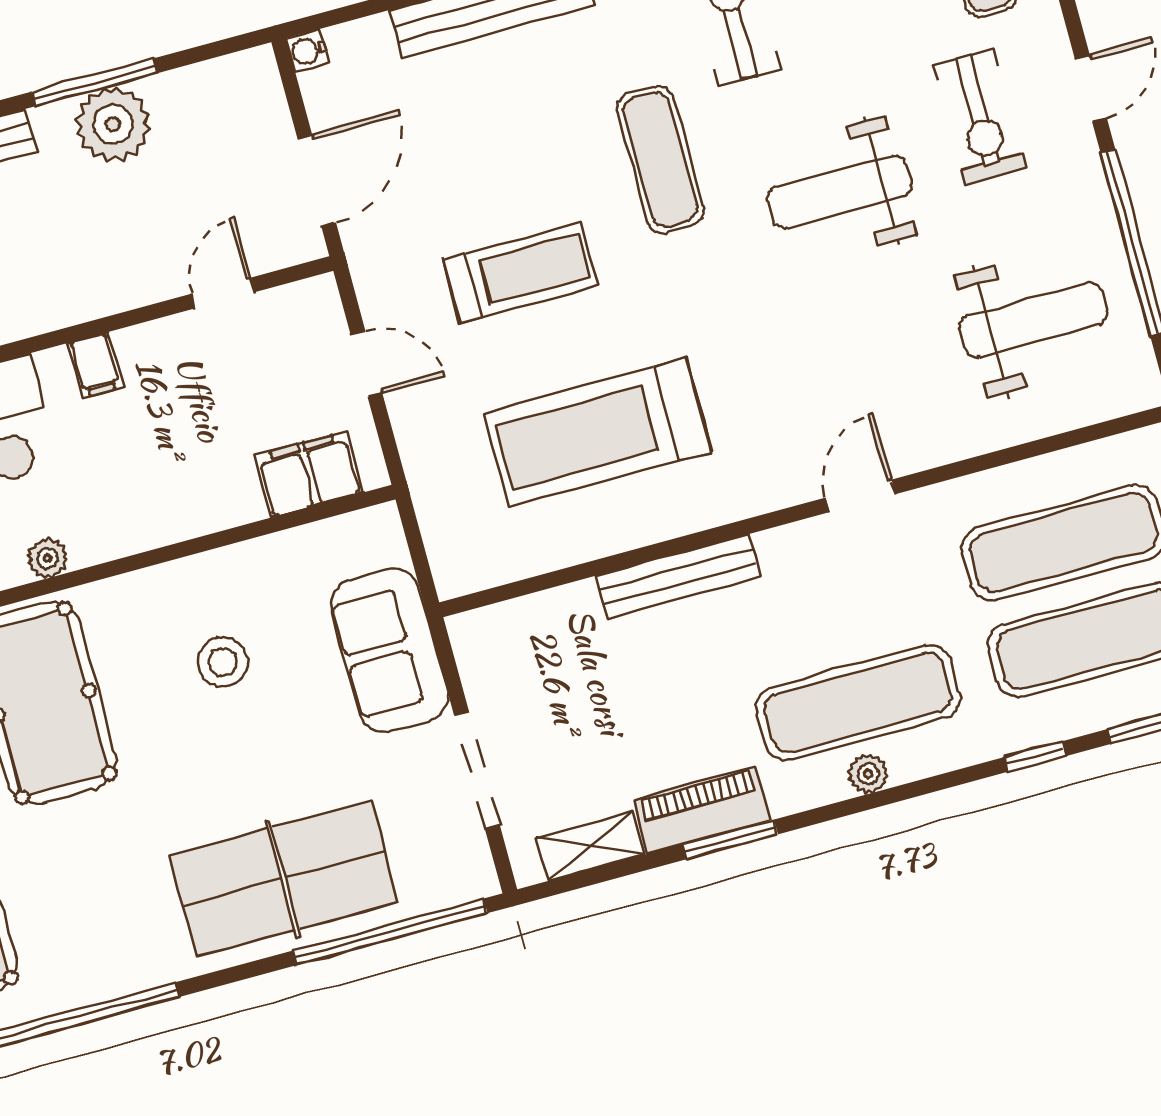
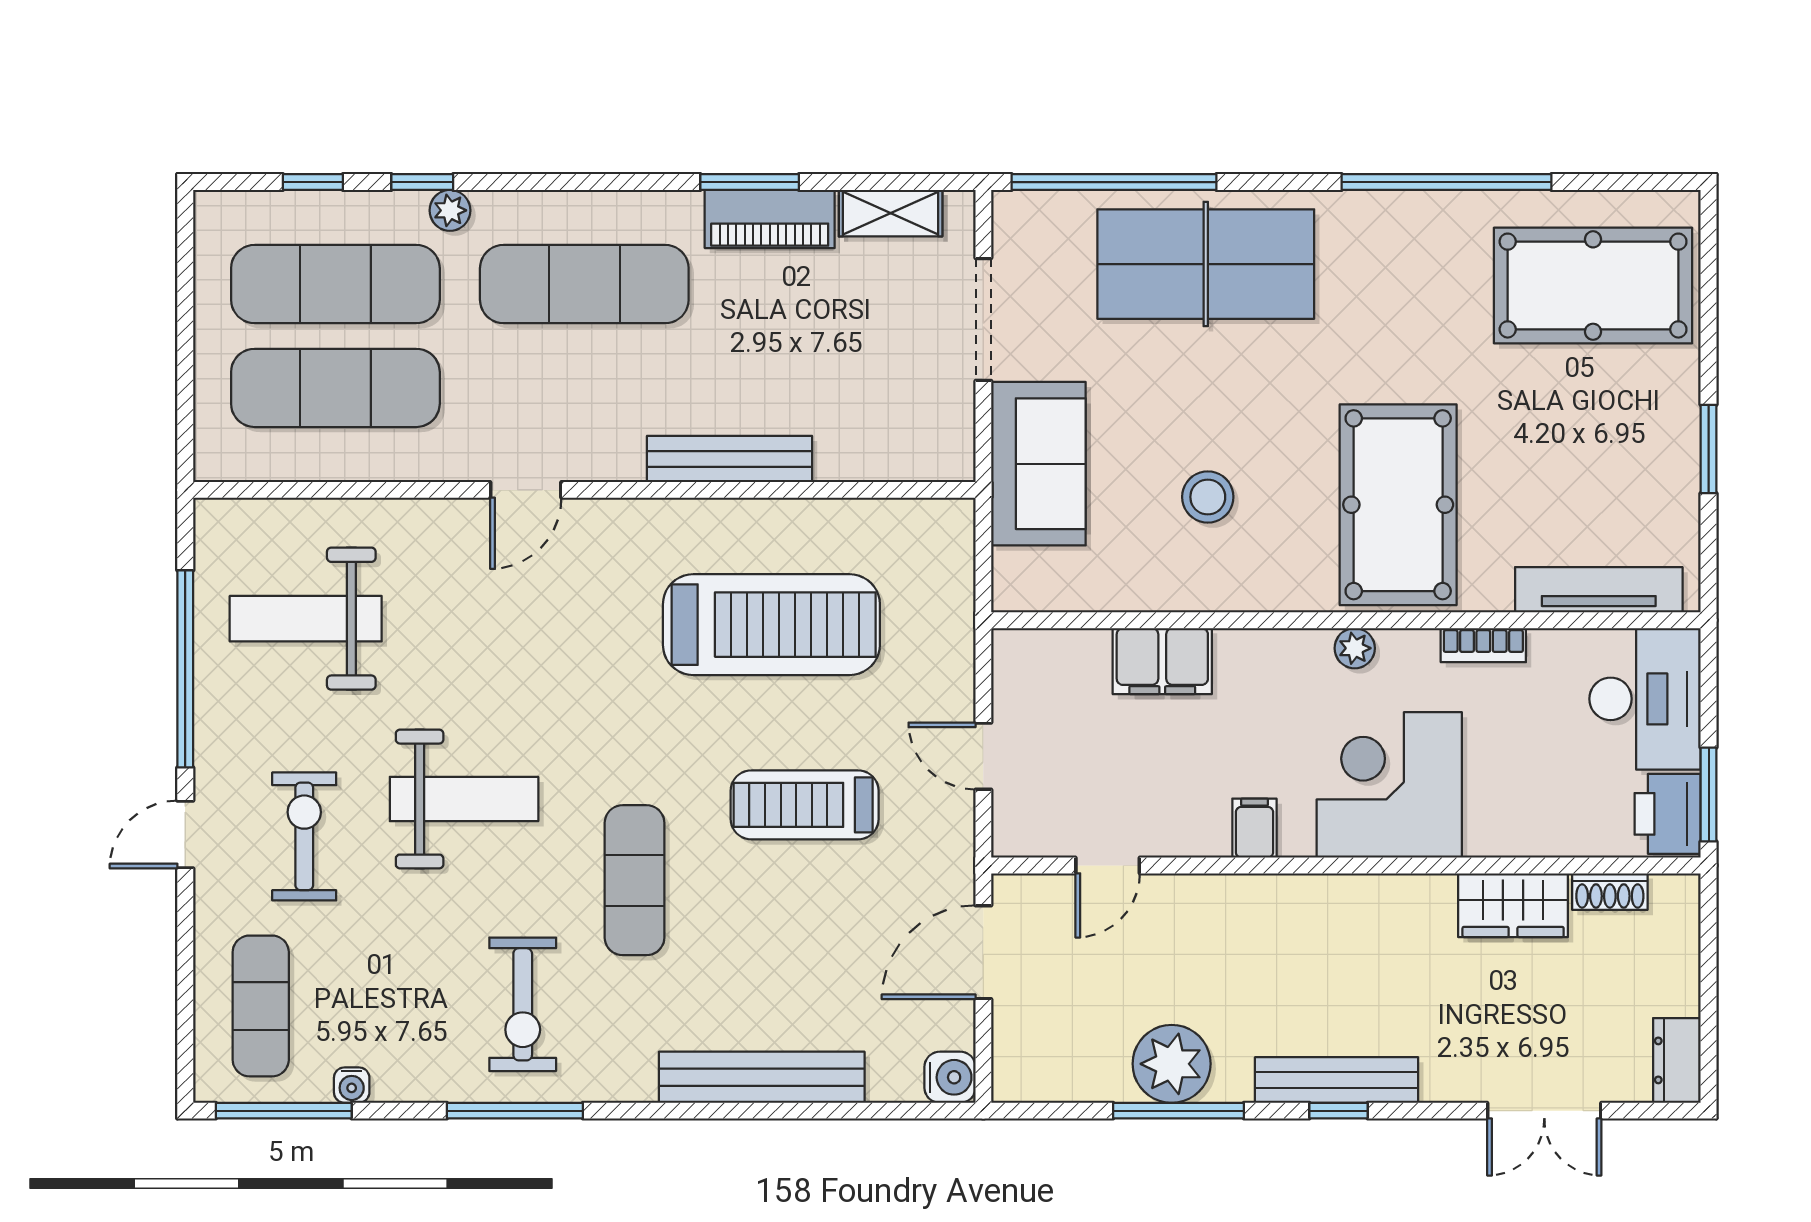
water cooler: (308, 51) -> (950, 1077), width x1.38, depth x1.38
filing cabinet: (309, 474) -> (1162, 661), moved
plant: (868, 774) -> (450, 210), moved

